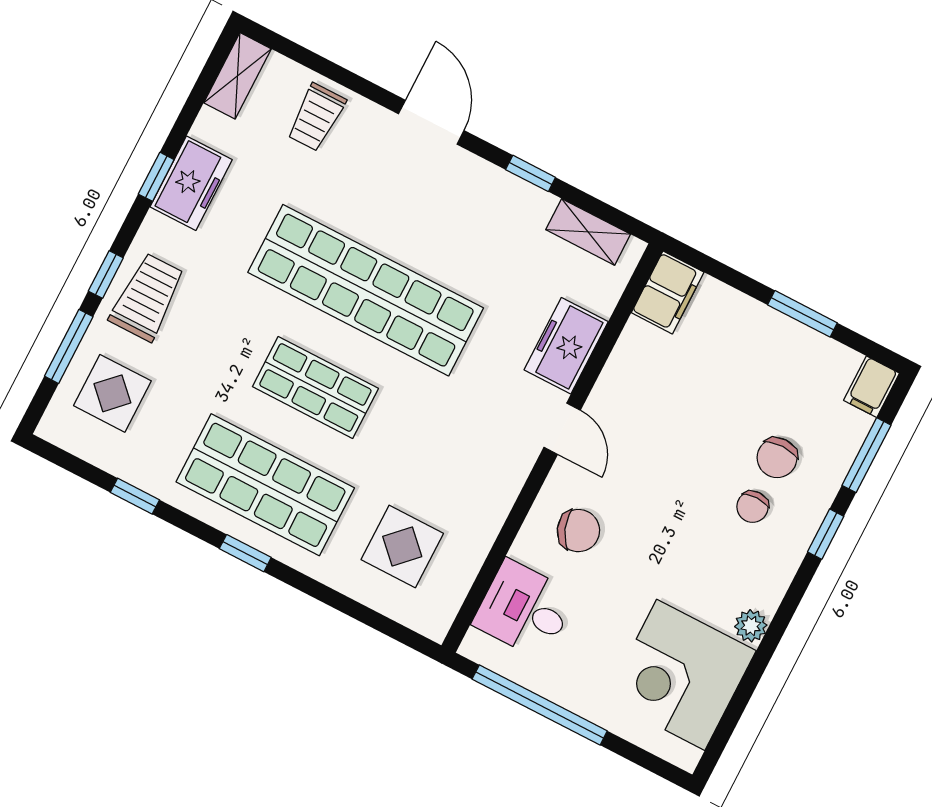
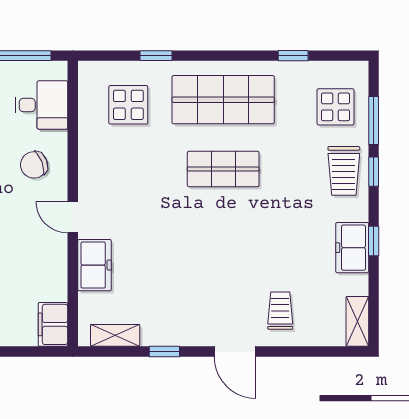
trolley: (316, 117) -> (280, 311), moved
shop shelf: (366, 290) -> (223, 238), removed
window: (245, 553) -> (156, 56), moved

